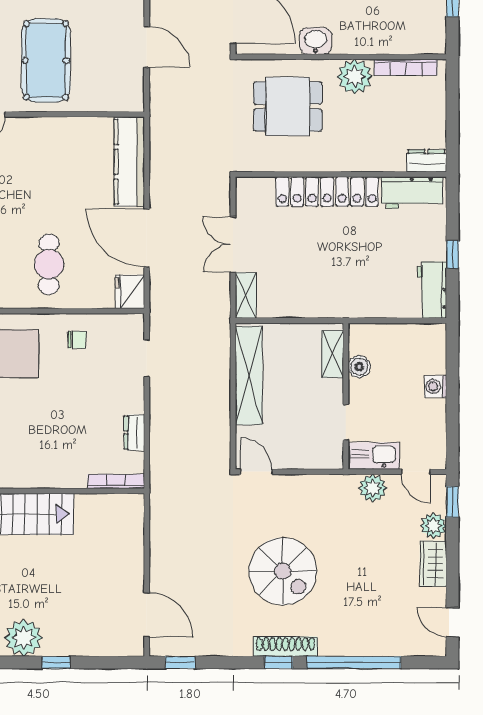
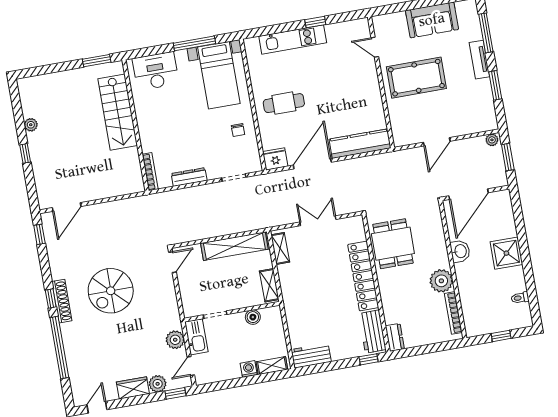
dining table: (288, 106) -> (393, 244), moved
window: (452, 254) -> (369, 359), moved
shelving: (246, 295) -> (280, 248), moved, turned 90
shelving: (436, 351) -> (272, 366), added
shelving: (333, 354) -> (269, 285), moved, turned 90
dresser: (134, 433) -> (189, 177), width x1.44
plant: (24, 638) -> (31, 125), width x0.53, depth x0.53

